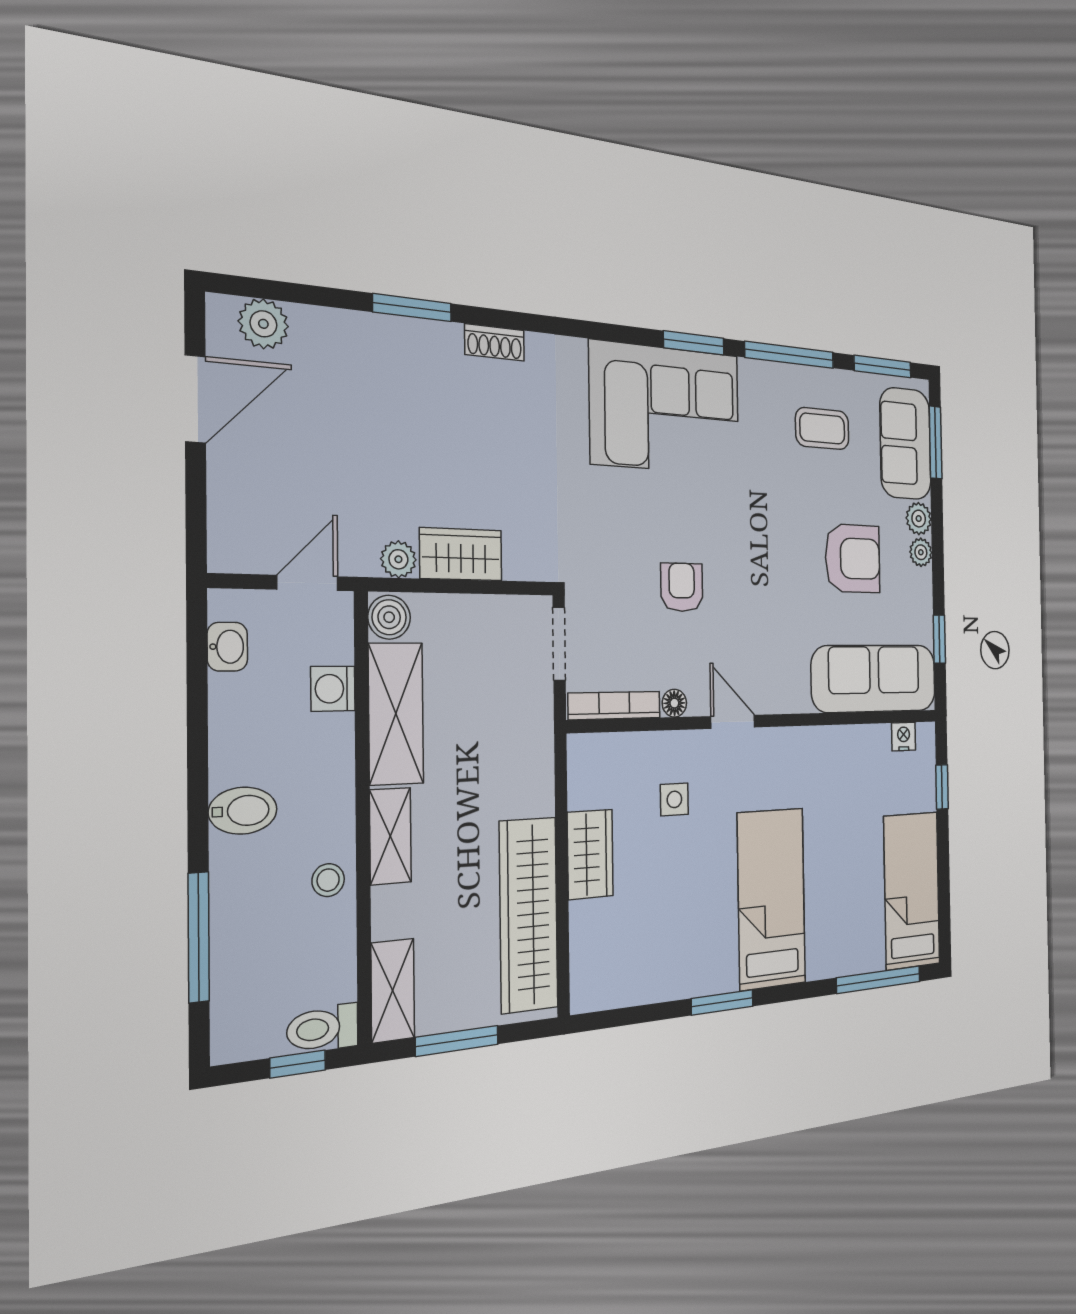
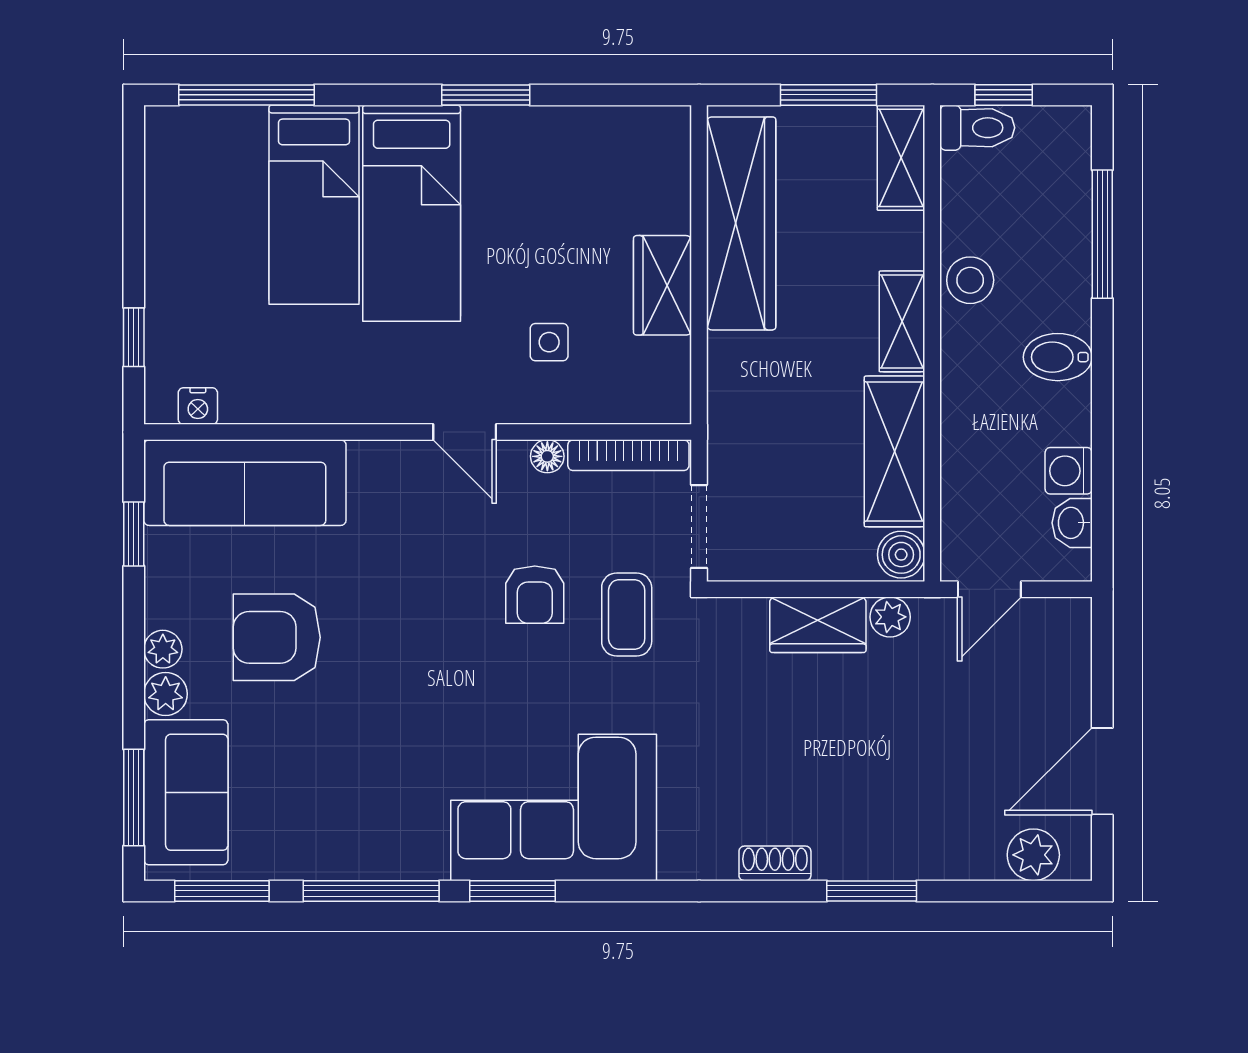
coffee table: (822, 429) -> (627, 614), moved, turned 90
washing machine: (333, 689) -> (1069, 471), moved, turned 180
stool: (328, 880) -> (970, 280), width x1.37, depth x1.37
bed: (912, 890) -> (314, 205), moved

